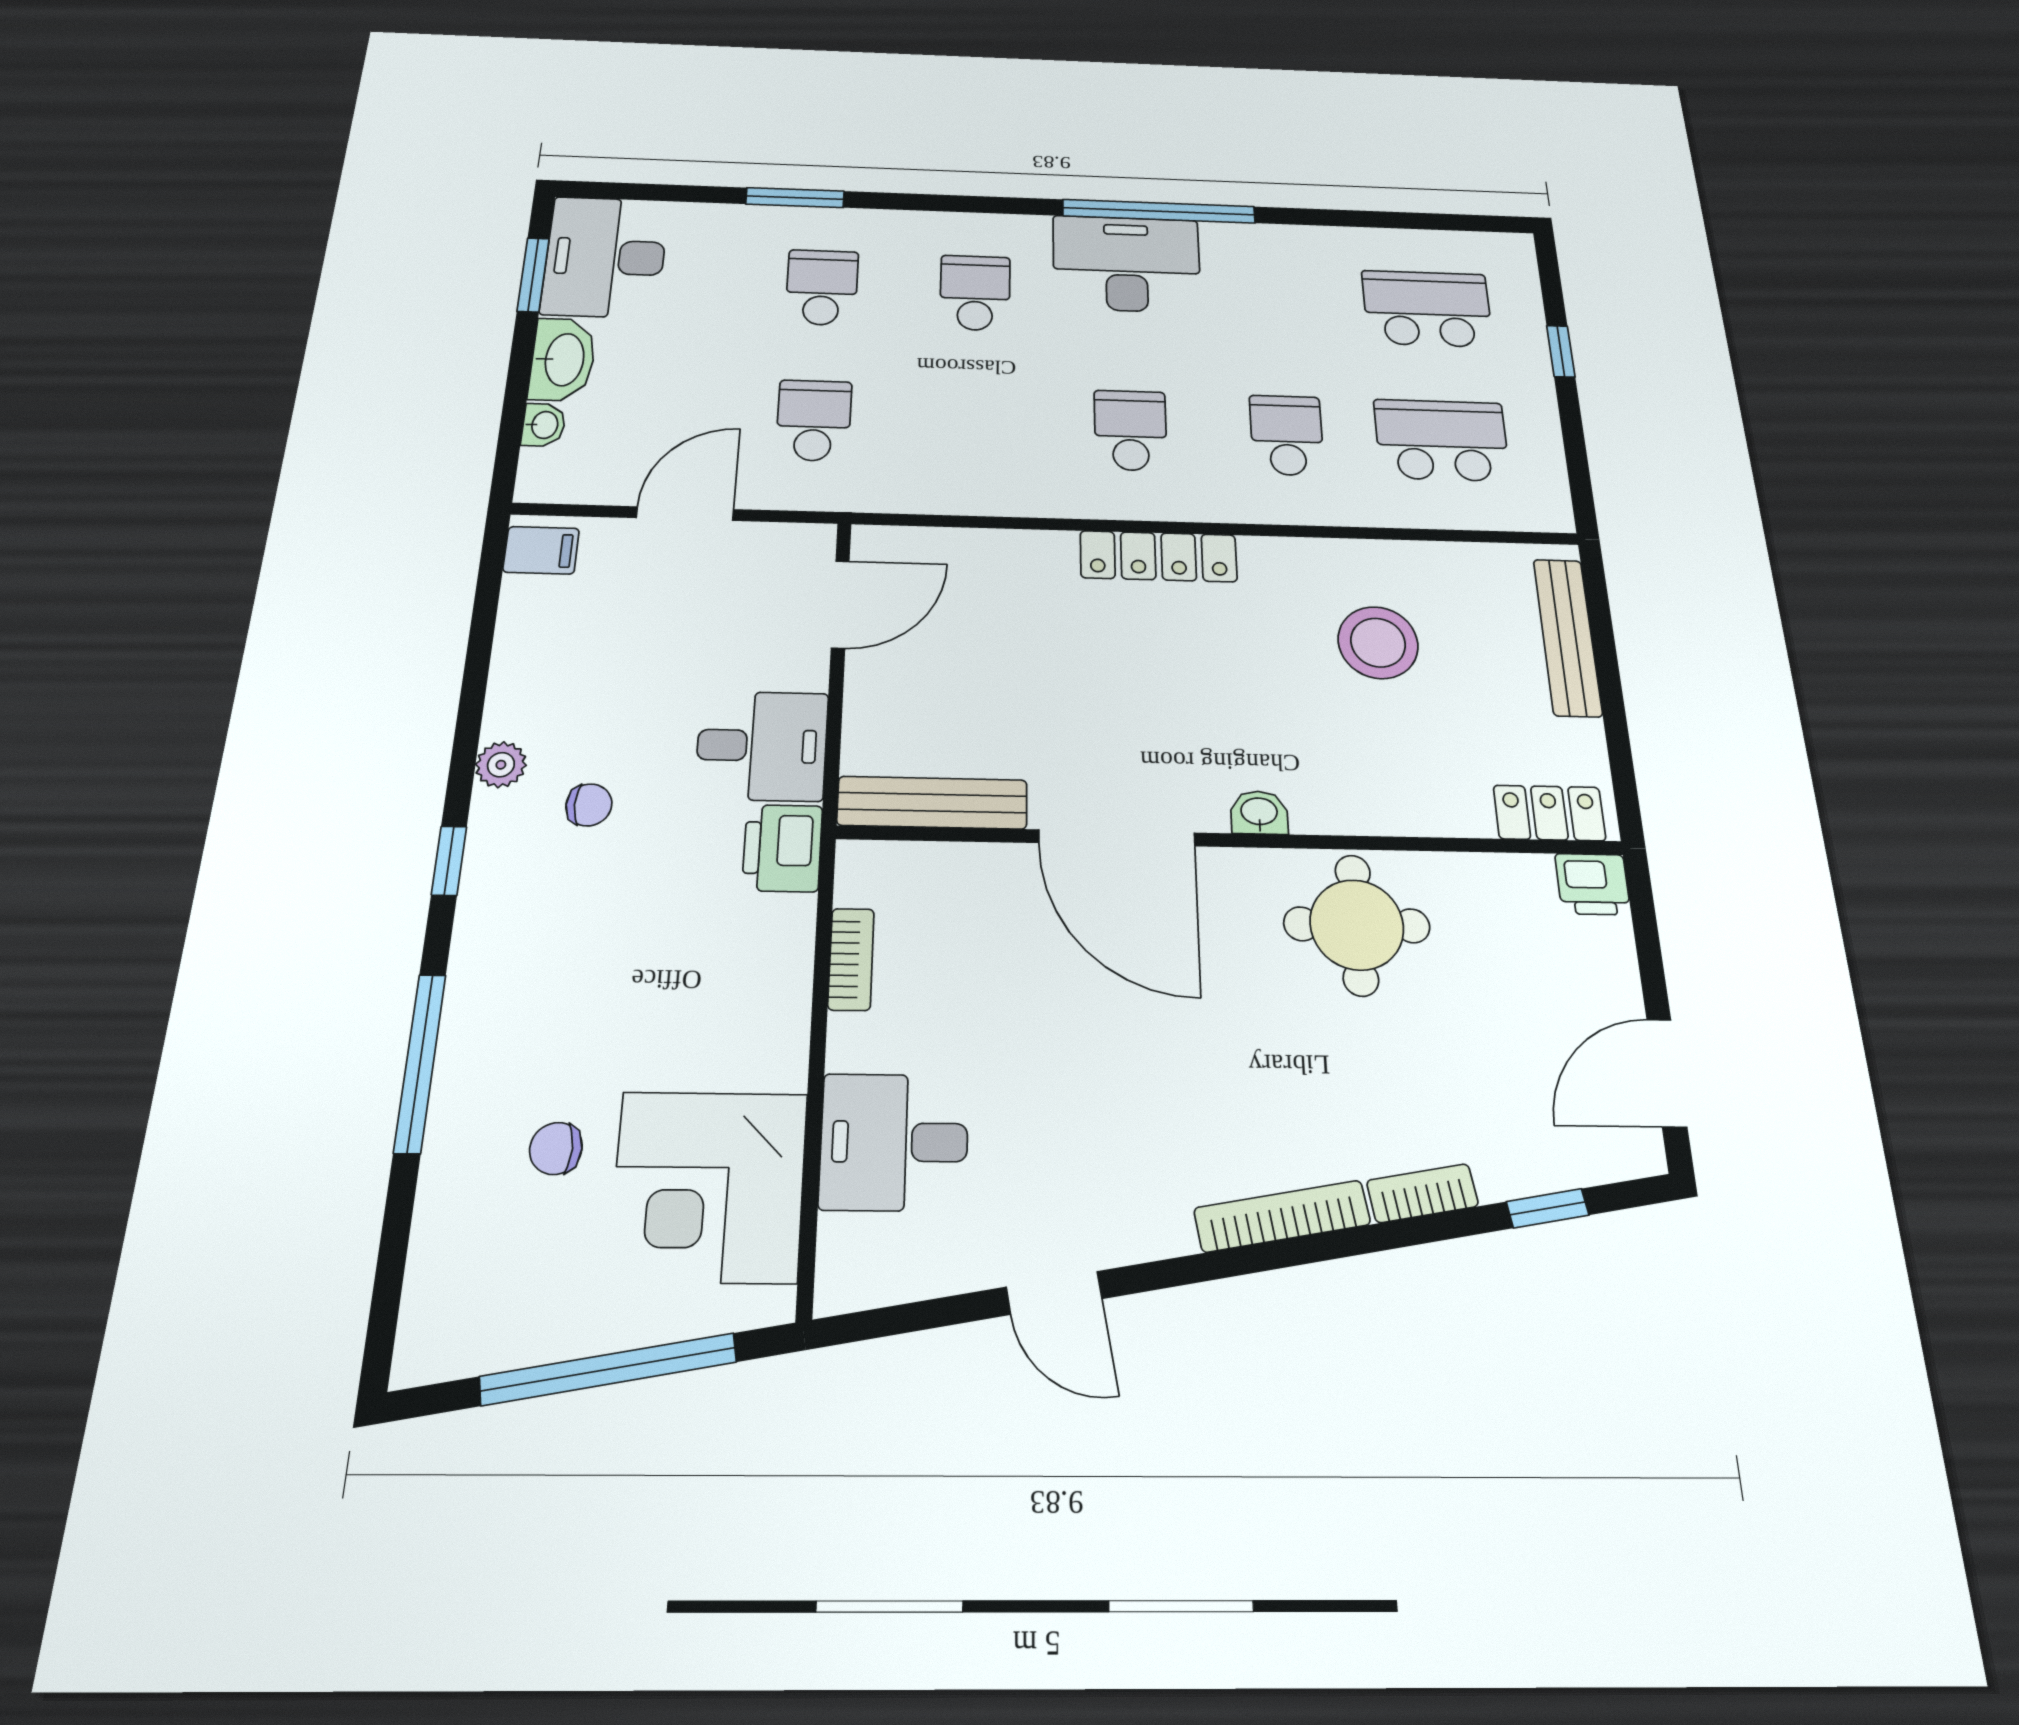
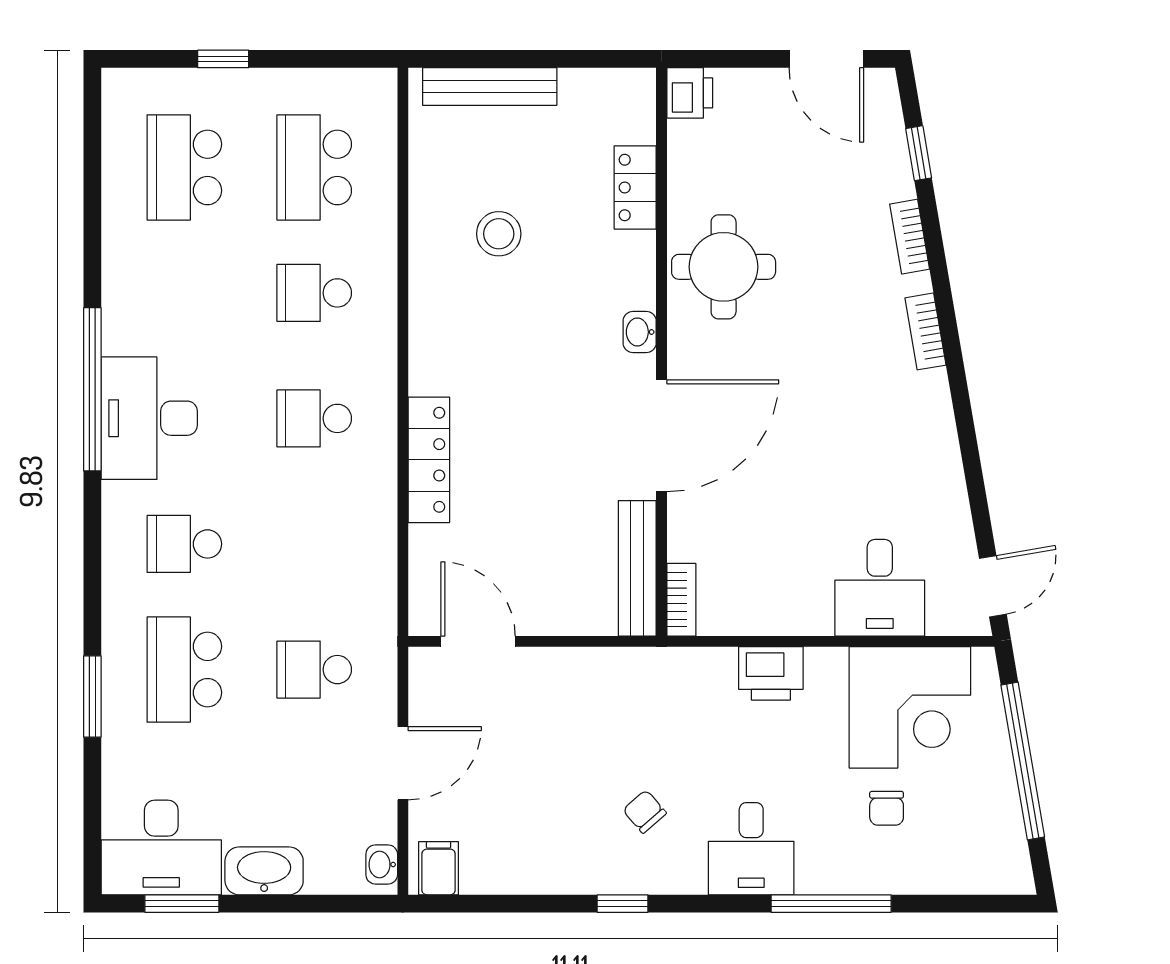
school desk: (822, 287) -> (184, 670), width x1.85
washbasin: (544, 425) -> (382, 864), moved, turned -90
door: (685, 514) -> (403, 763), swing flipped
locker: (1158, 556) -> (429, 460), moved
stool: (1378, 643) -> (499, 234), width x0.73, depth x0.73
desk: (762, 746) -> (751, 849), moved, turned 180
plant: (501, 765) -> (615, 877), removed
chair: (589, 805) -> (645, 812), turned -41
locker: (1549, 813) -> (635, 187), moved
printer: (782, 848) -> (771, 673), moved
window: (449, 861) -> (623, 904), moved
bookcase: (851, 959) -> (681, 600), moved, turned 90
bookcase: (1282, 1216) -> (925, 331), width x0.64
door: (1054, 1293) -> (993, 586), moved

